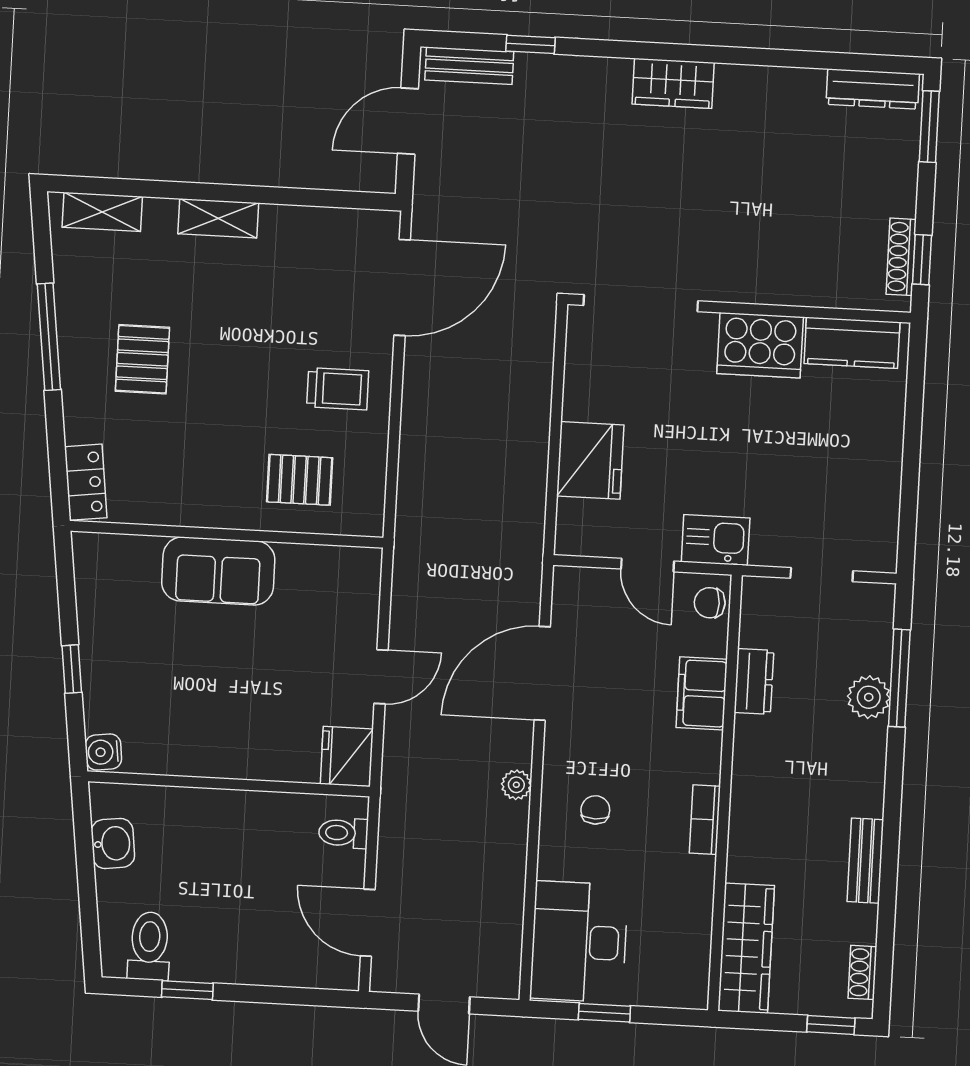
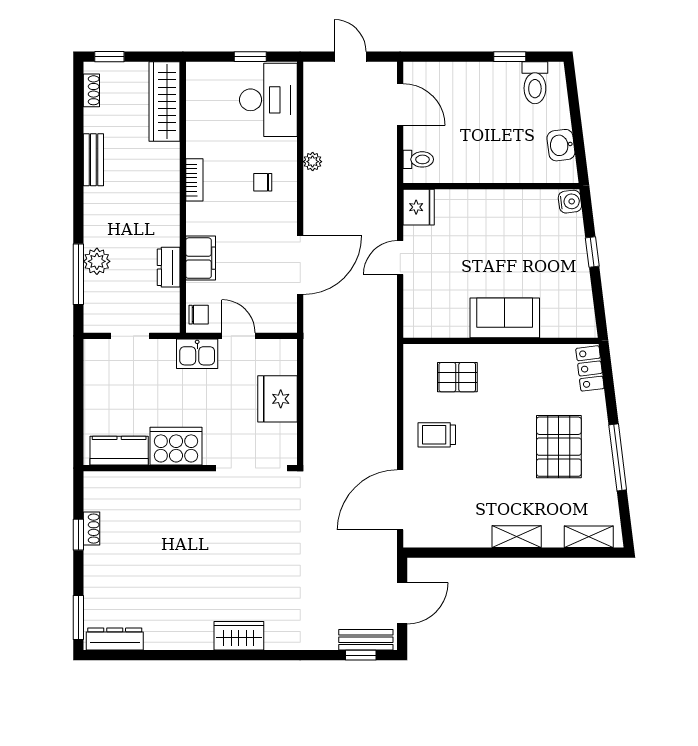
window: (530, 44) -> (361, 655), moved
shoe rack: (901, 257) -> (92, 529), width x0.70
doorway: (641, 303) -> (252, 468), moved
wall: (739, 308) -> (190, 468), moved
kitchen counter: (852, 343) -> (119, 451), moved
cooker: (760, 345) -> (176, 446), moved
pallet: (142, 359) -> (559, 447), width x1.50, depth x1.42
plant: (516, 785) -> (313, 162), moved
chair: (595, 810) -> (263, 182), turned 90

